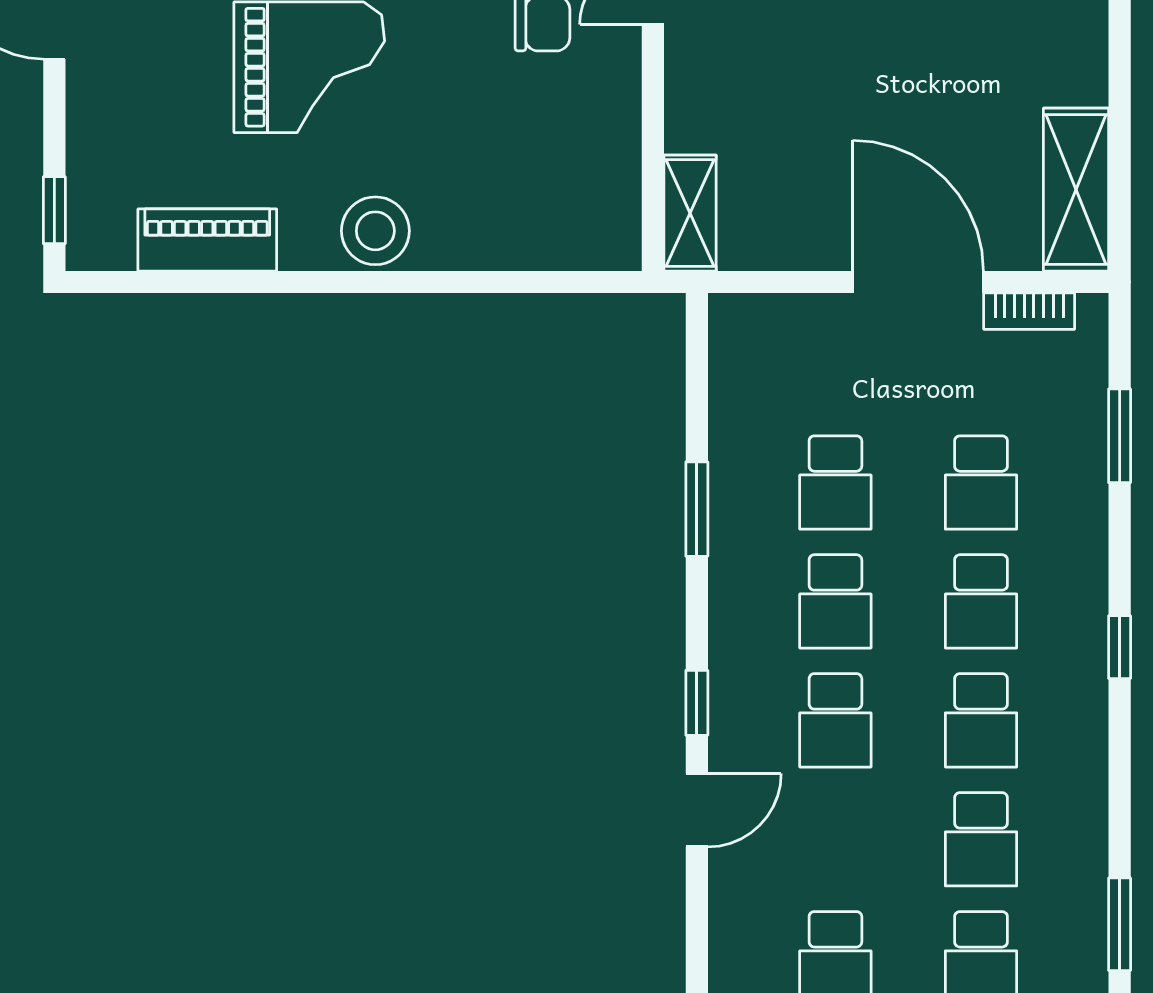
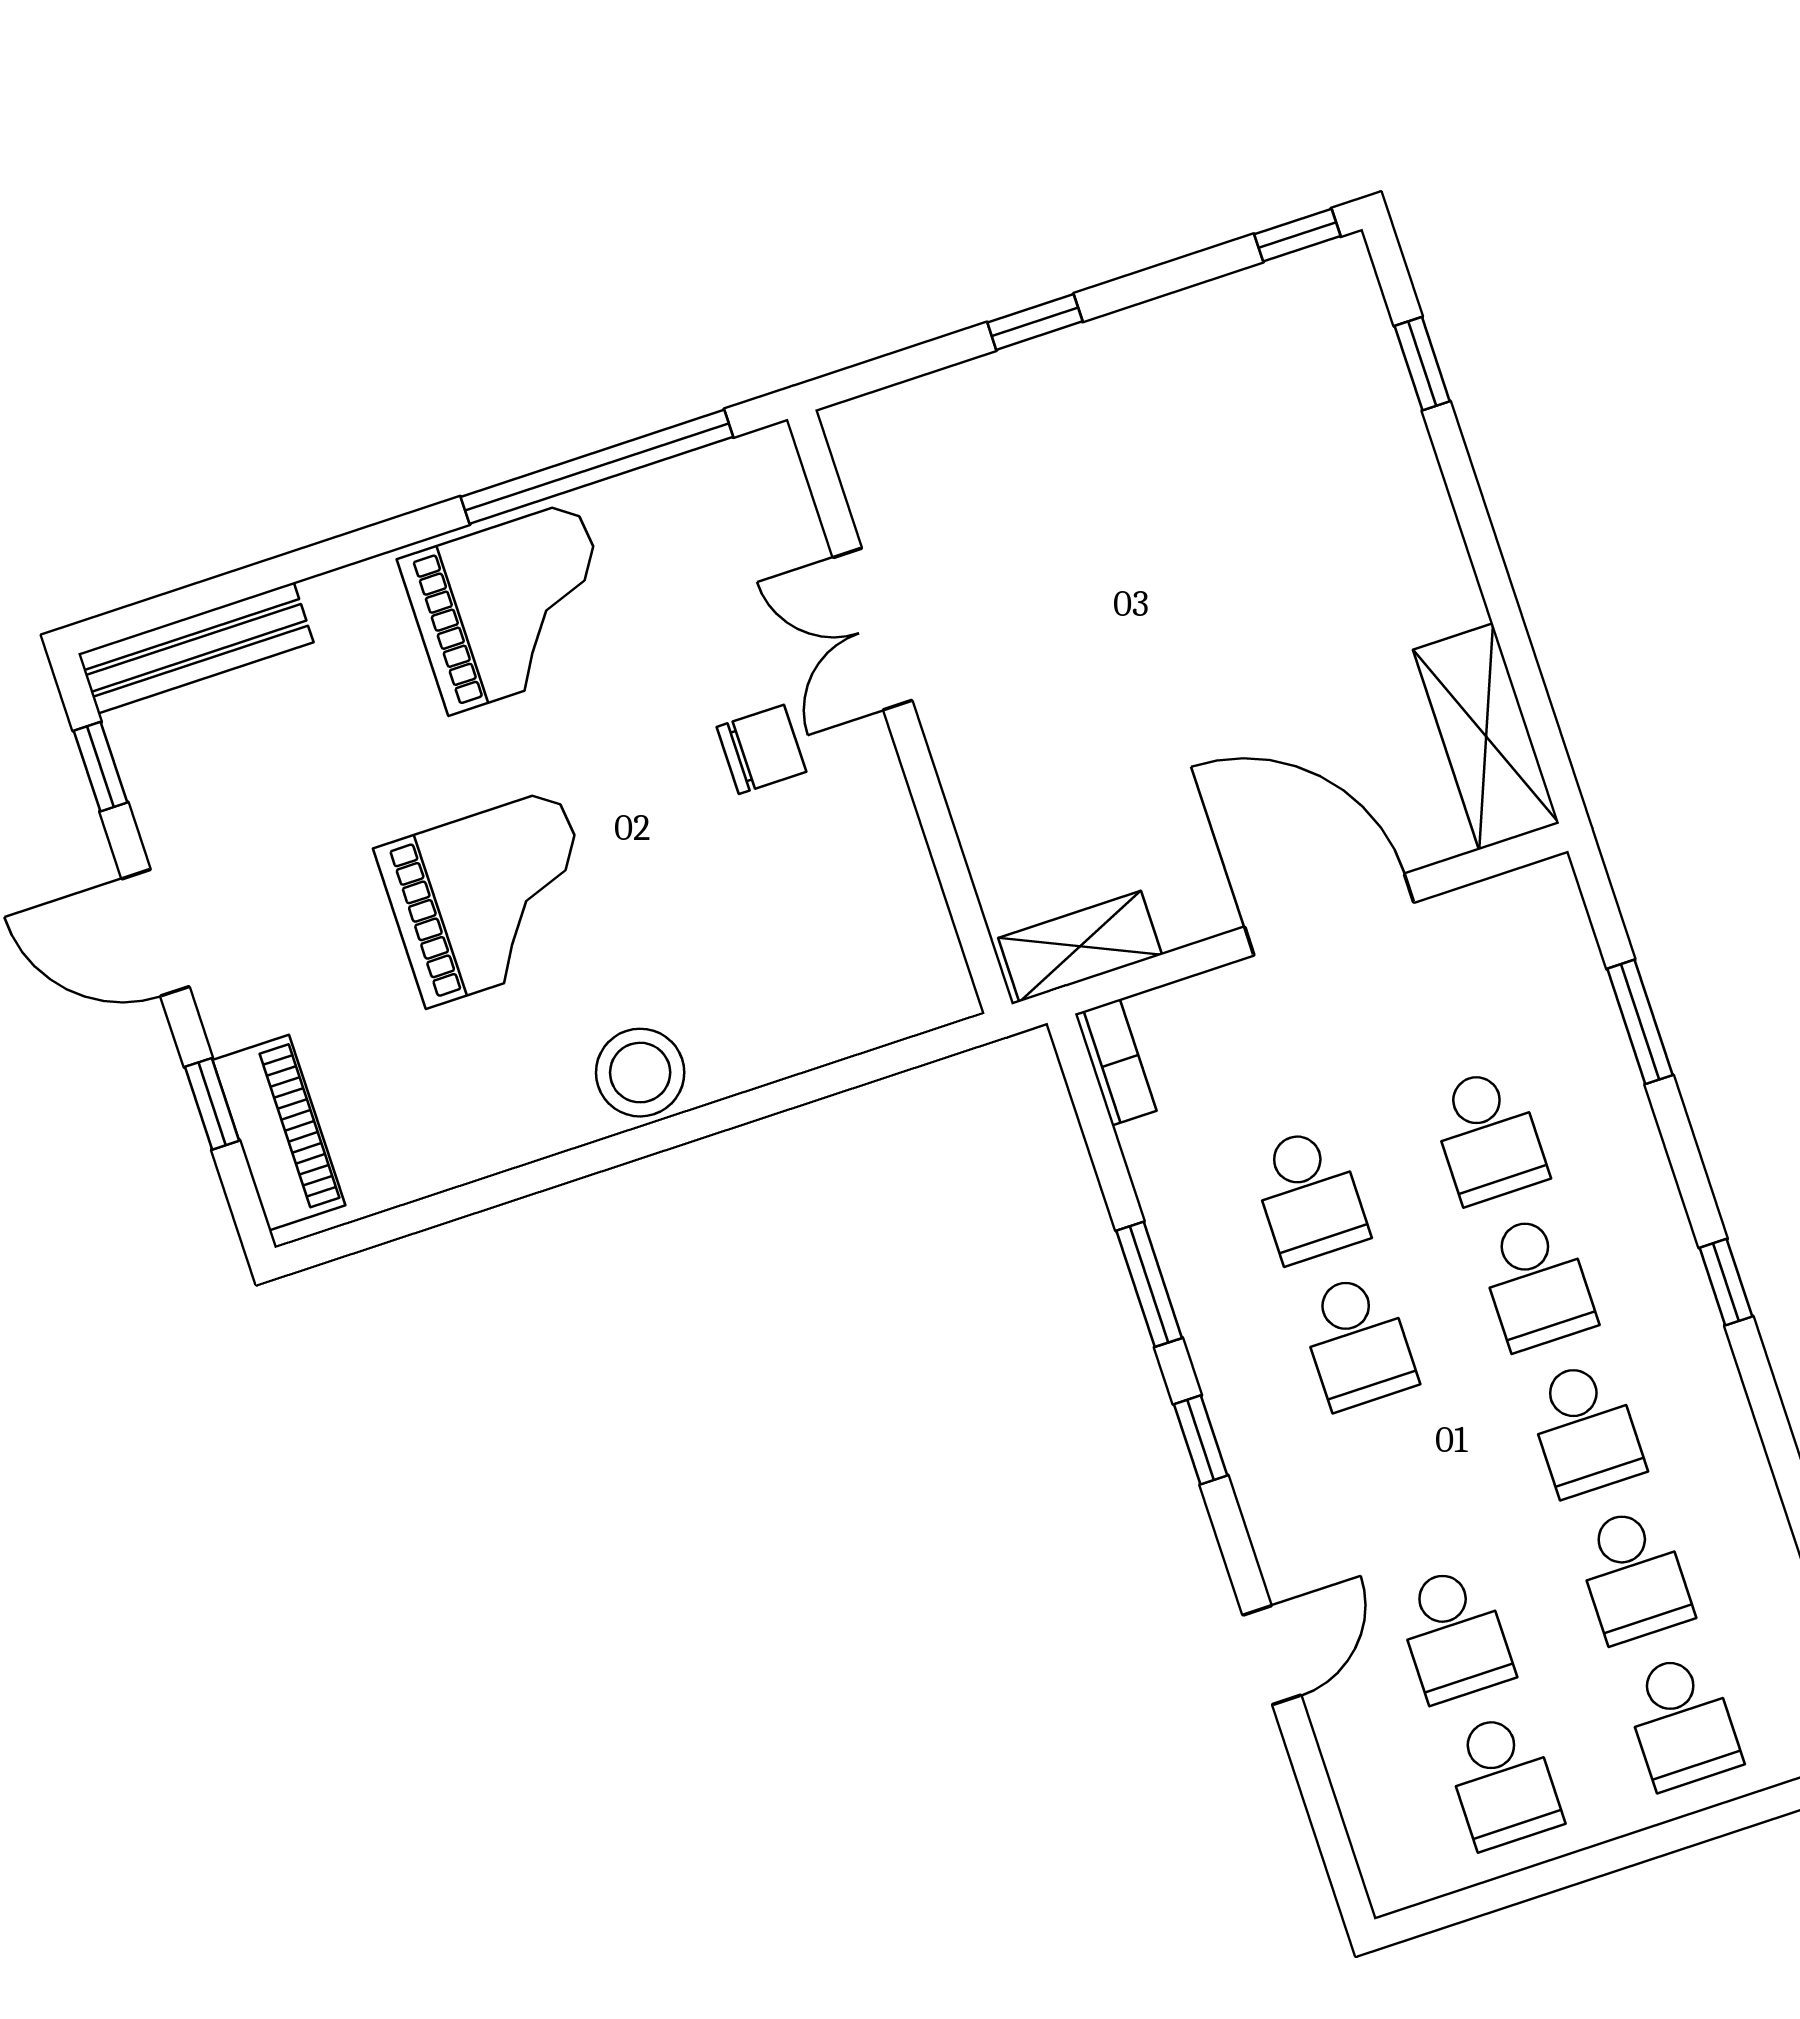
window: (54, 210) -> (212, 1104), moved
shelving: (690, 213) -> (1080, 946), moved, turned 90
piano: (207, 240) -> (279, 1133), moved, turned 90
bookcase: (1029, 311) -> (1116, 1062), moved, turned -90
window: (697, 703) -> (1201, 1440), moved
school desk: (835, 720) -> (1454, 1634), moved

